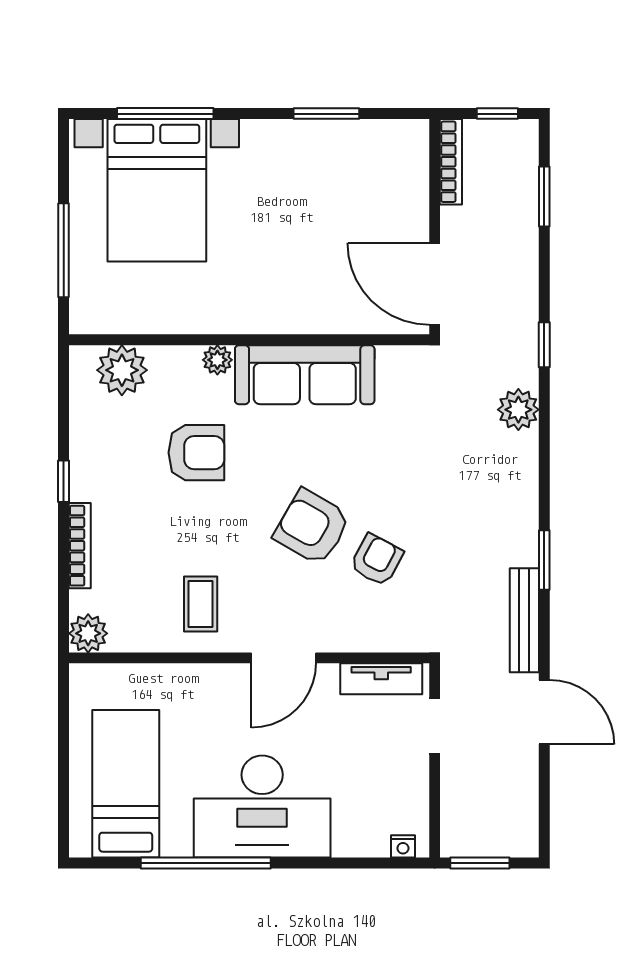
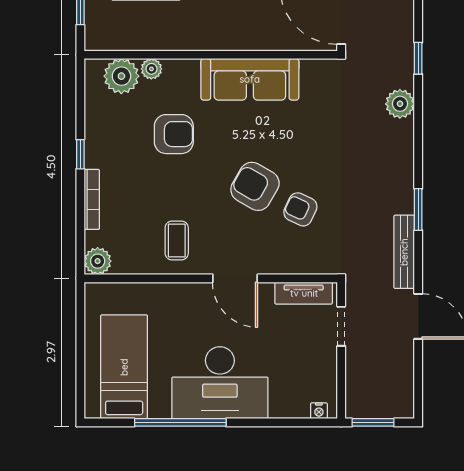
plant: (217, 360) -> (151, 69), moved
armchair: (377, 560) -> (300, 209), turned -93
door: (284, 658) -> (235, 278), hinge flipped

